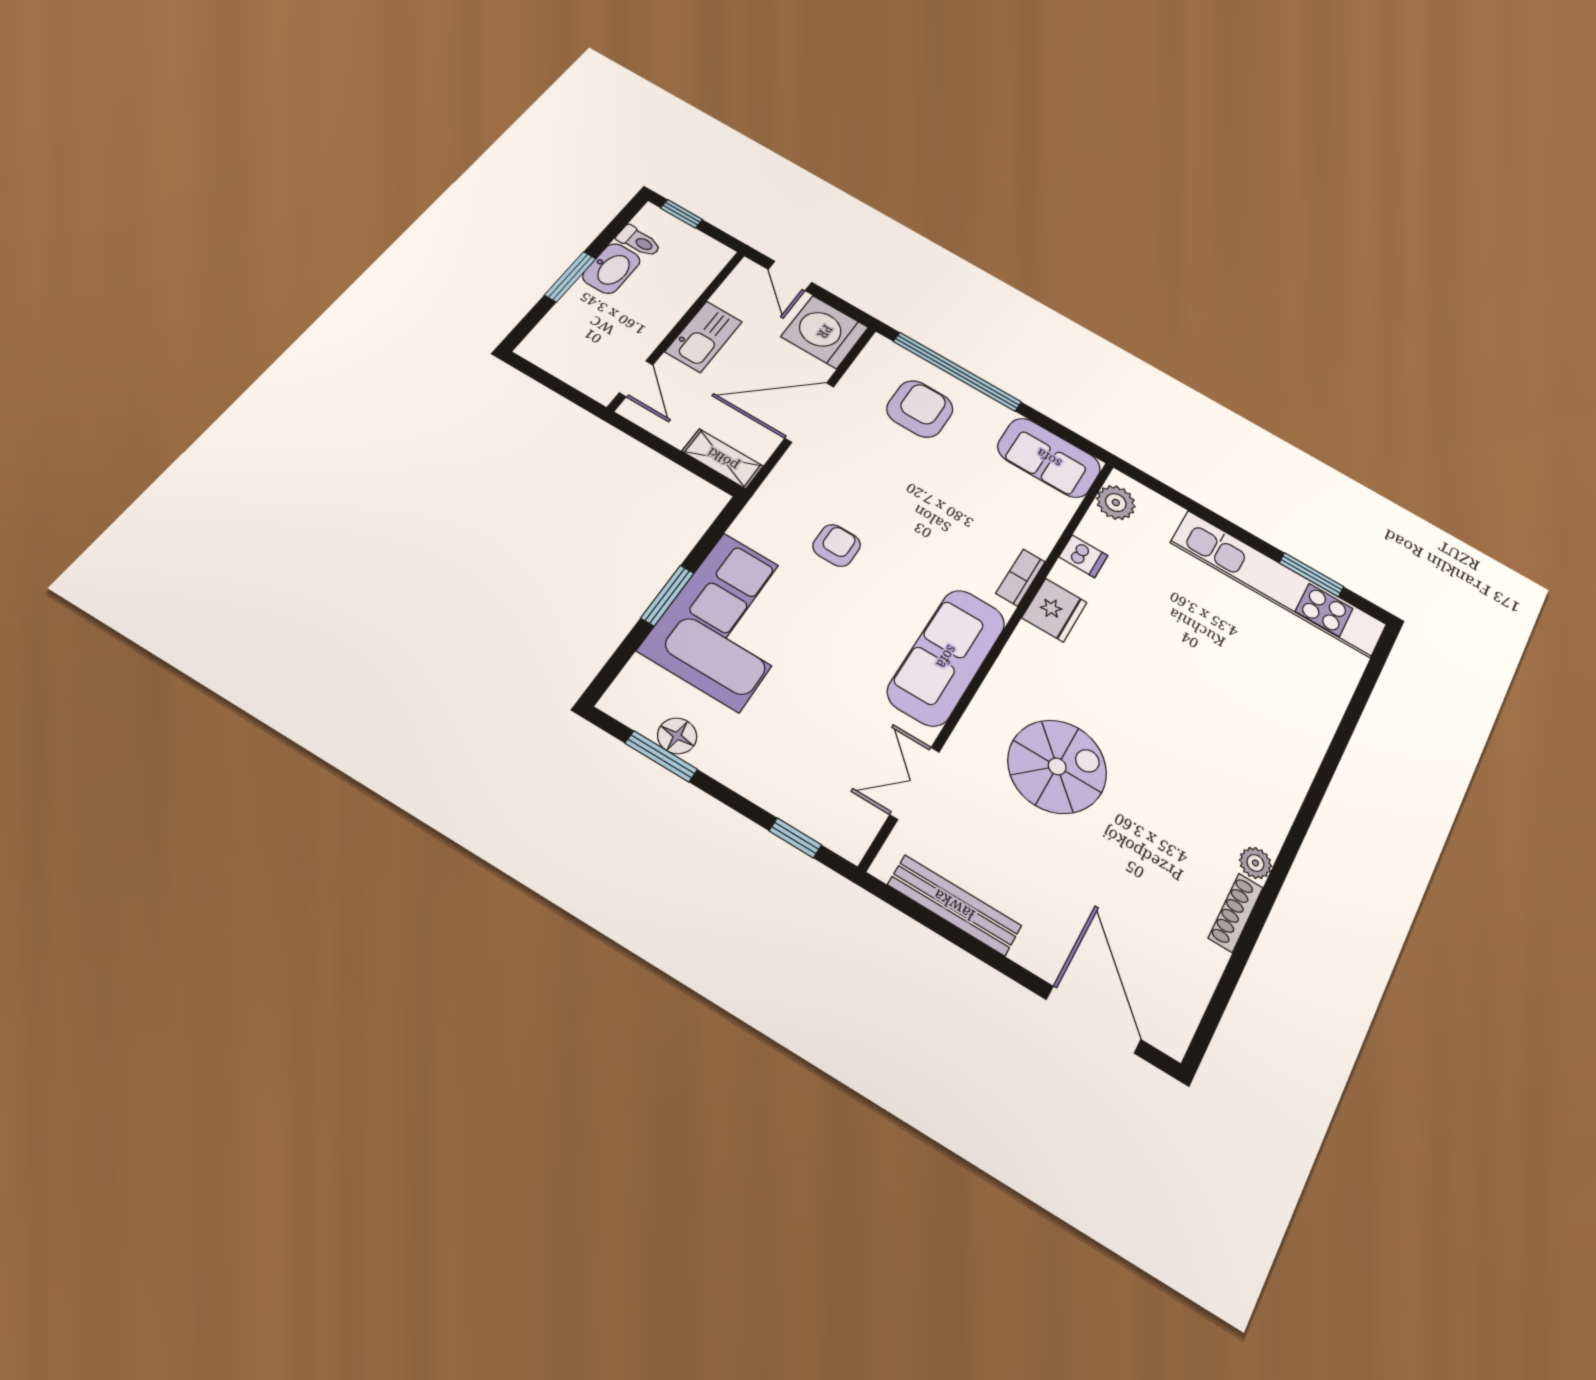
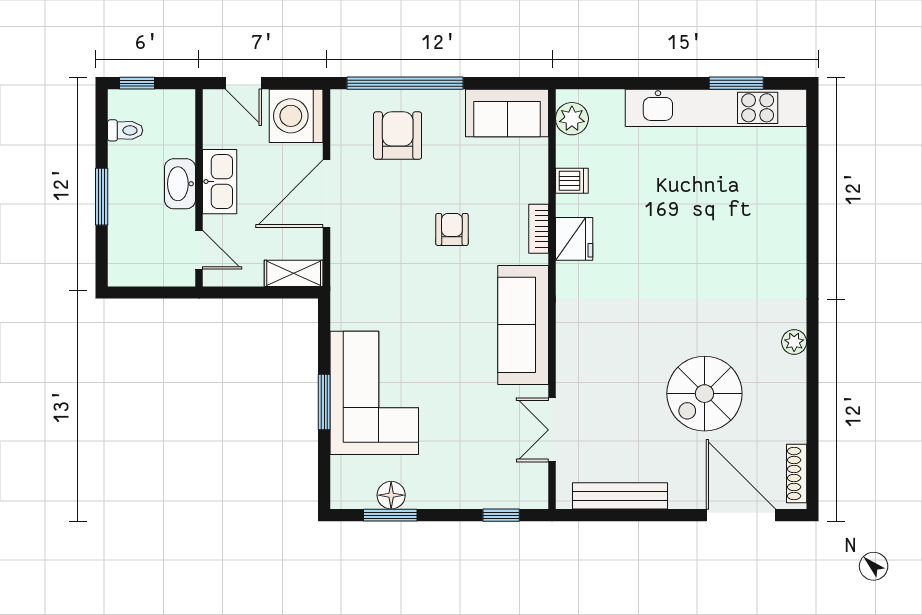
washbasin: (611, 268) -> (180, 184), moved, turned 180
armchair: (837, 545) -> (452, 229), moved
spiral stairs: (1057, 766) -> (704, 394), moved, turned 180
shoe rack: (1236, 913) -> (797, 474), moved

